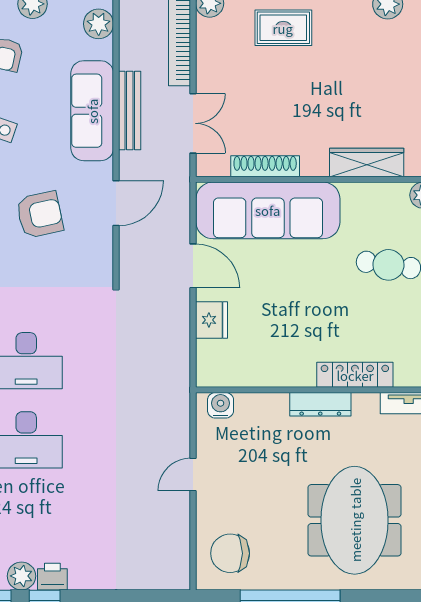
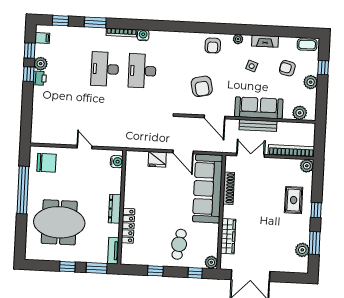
double door: (193, 123) -> (251, 155), swing flipped
armchair: (40, 215) -> (202, 86), moved
door: (193, 266) -> (183, 152), hinge flipped
chair: (230, 553) -> (47, 163), turned 90

